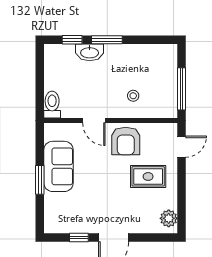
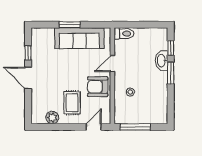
door: (182, 147) -> (94, 127), swing flipped
sofa: (58, 166) -> (79, 38), width x1.36
plant: (169, 218) -> (52, 118), moved

